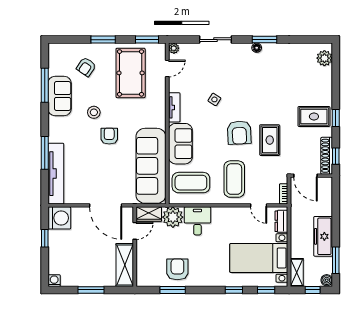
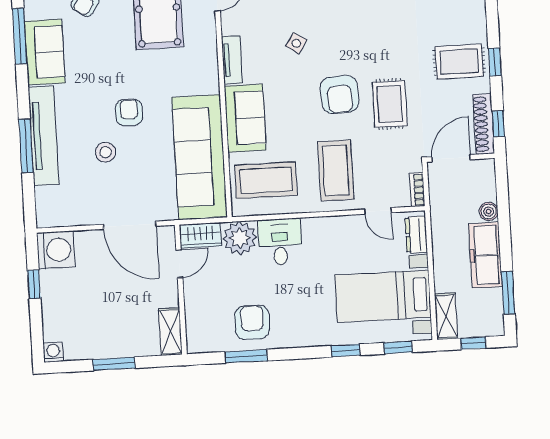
stool: (94, 112) -> (106, 152), moved
tv unit: (56, 174) -> (44, 136), moved
door: (305, 176) -> (451, 158), swing flipped
shelving: (125, 265) -> (170, 332), width x0.67, depth x0.75
boiler: (327, 280) -> (489, 211), moved

